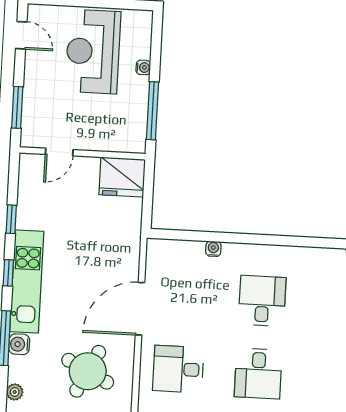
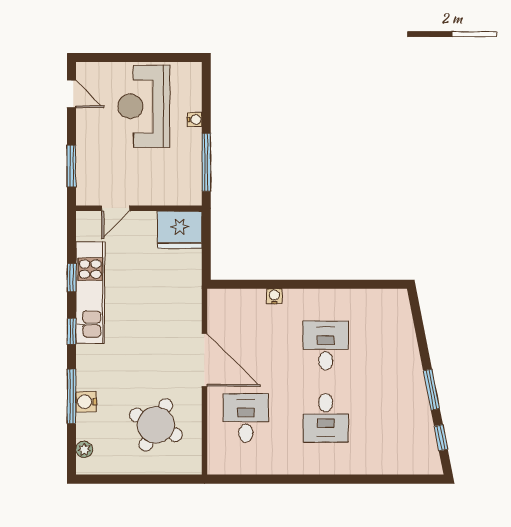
kitchen unit: (27, 282) -> (90, 292), moved
door: (140, 309) -> (204, 360), swing flipped
desk: (178, 369) -> (246, 418), turned 90

